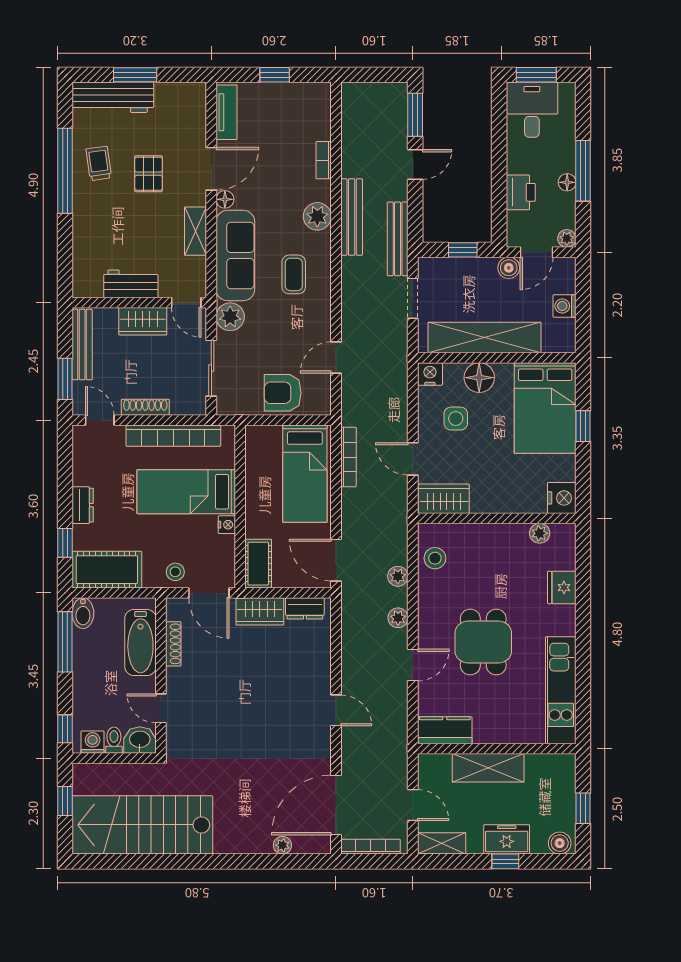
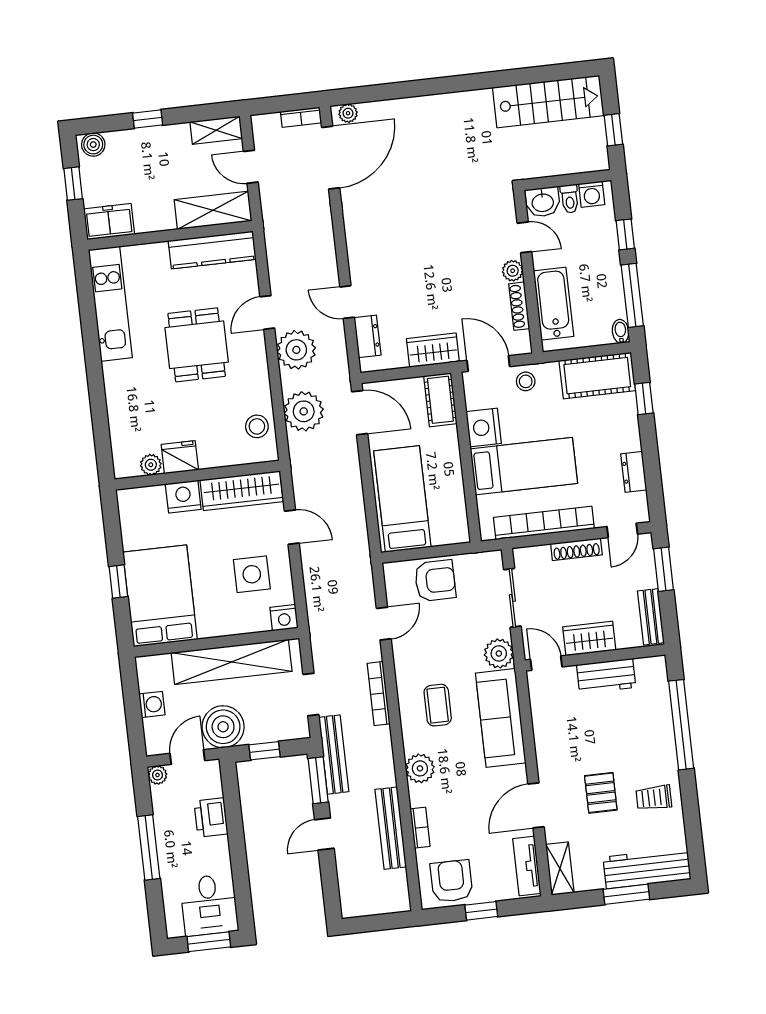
armchair: (300, 106) -> (451, 881), added
window: (415, 115) -> (318, 780), moved
trolley: (99, 163) -> (654, 798), turned 98
window: (65, 171) -> (681, 725), moved
floor lamp: (567, 182) -> (164, 833), removed
floor lamp: (225, 199) -> (518, 775), removed
bench: (352, 217) -> (391, 828), moved
shelving: (196, 231) -> (560, 869), moved
boiler: (509, 268) -> (223, 727), width x1.86, depth x1.86
bench: (82, 345) -> (651, 617), width x0.73
floor lamp: (479, 378) -> (232, 620), removed
side table: (456, 419) -> (252, 574), width x1.37, depth x1.37
door: (100, 420) -> (622, 530), hinge flipped
bookcase: (348, 457) -> (379, 694), moved
nightstand: (562, 498) -> (183, 497), moved, turned 90
wardrobe: (444, 499) -> (242, 491), width x1.50
dresser: (83, 505) -> (634, 472), moved
nightstand: (227, 525) -> (484, 428), width x1.89, depth x1.79
plant: (398, 576) -> (304, 411), width x1.87, depth x1.87
fridge: (562, 587) -> (180, 457), moved, turned -90
dresser: (305, 608) -> (367, 336), moved, turned 90
bidet: (83, 613) -> (621, 331), width x0.72, depth x0.74
plant: (398, 618) -> (296, 350), width x1.88, depth x1.88
plant: (176, 678) -> (513, 271), added
door: (336, 710) -> (347, 302), moved
window: (65, 729) -> (625, 234), moved
kitchen counter: (445, 730) -> (212, 250), width x1.50
shelving: (488, 768) -> (213, 210), moved
stairs: (142, 825) -> (548, 101), width x0.73, depth x0.66
freezer: (507, 839) -> (109, 222), moved, turned 180
plant: (282, 845) -> (348, 113), moved
bookcase: (370, 847) -> (301, 117), width x0.64

